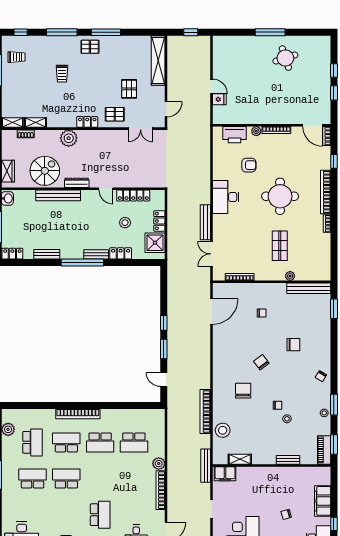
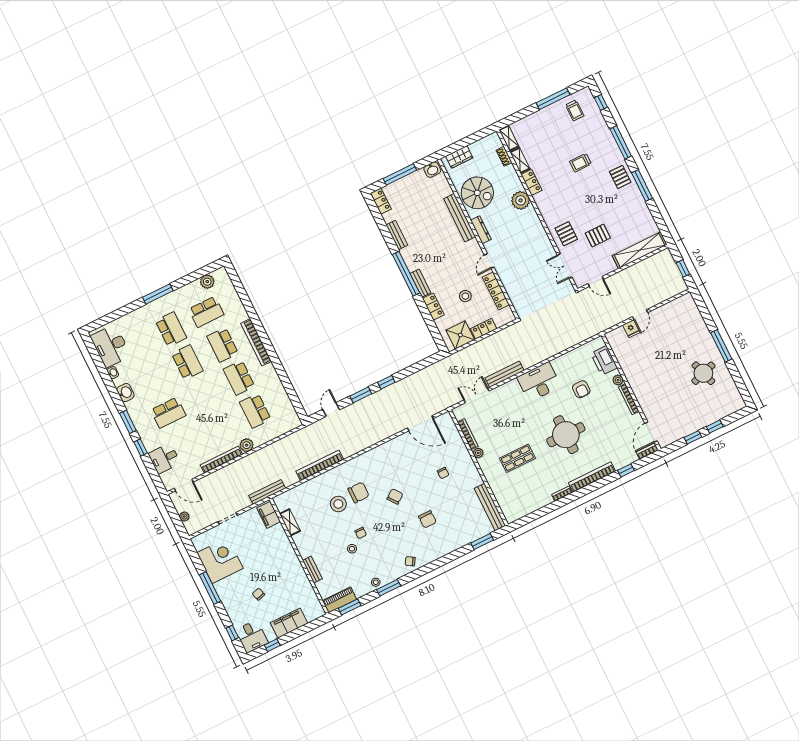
locker: (87, 122) -> (531, 182), moved
plant: (290, 276) -> (478, 453), moved
stool: (223, 430) -> (338, 504), moved
school desk: (66, 442) -> (223, 345), turned 180

